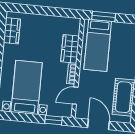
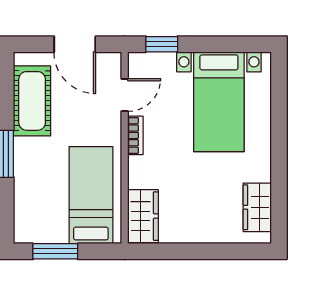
window: (104, 16) -> (55, 251), moved
wardrobe: (70, 49) -> (143, 216), moved

